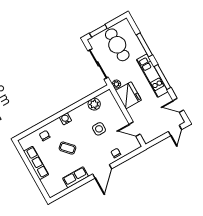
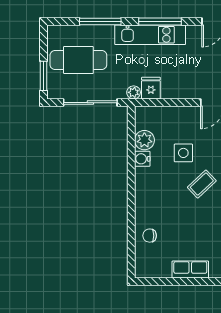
fridge: (128, 95) -> (151, 88), width x0.53, depth x0.75
water cooler: (65, 119) -> (142, 159), moved
coffee table: (67, 148) -> (202, 184), moved
row of seats: (36, 163) -> (190, 270), width x0.68

